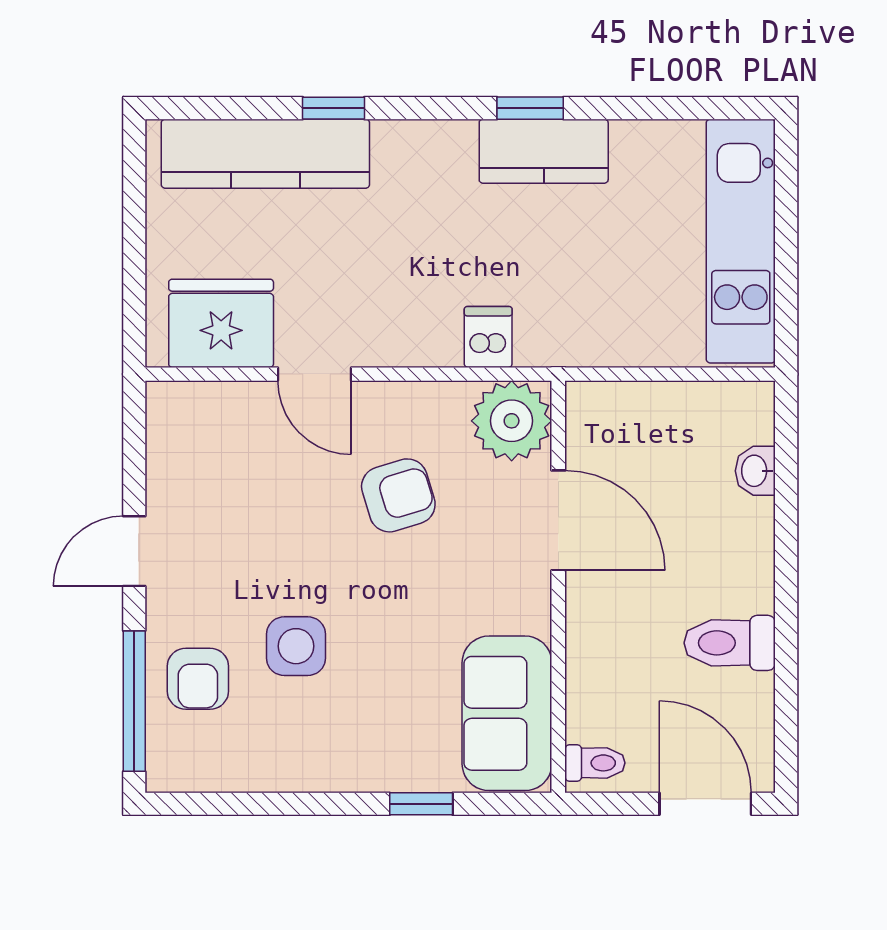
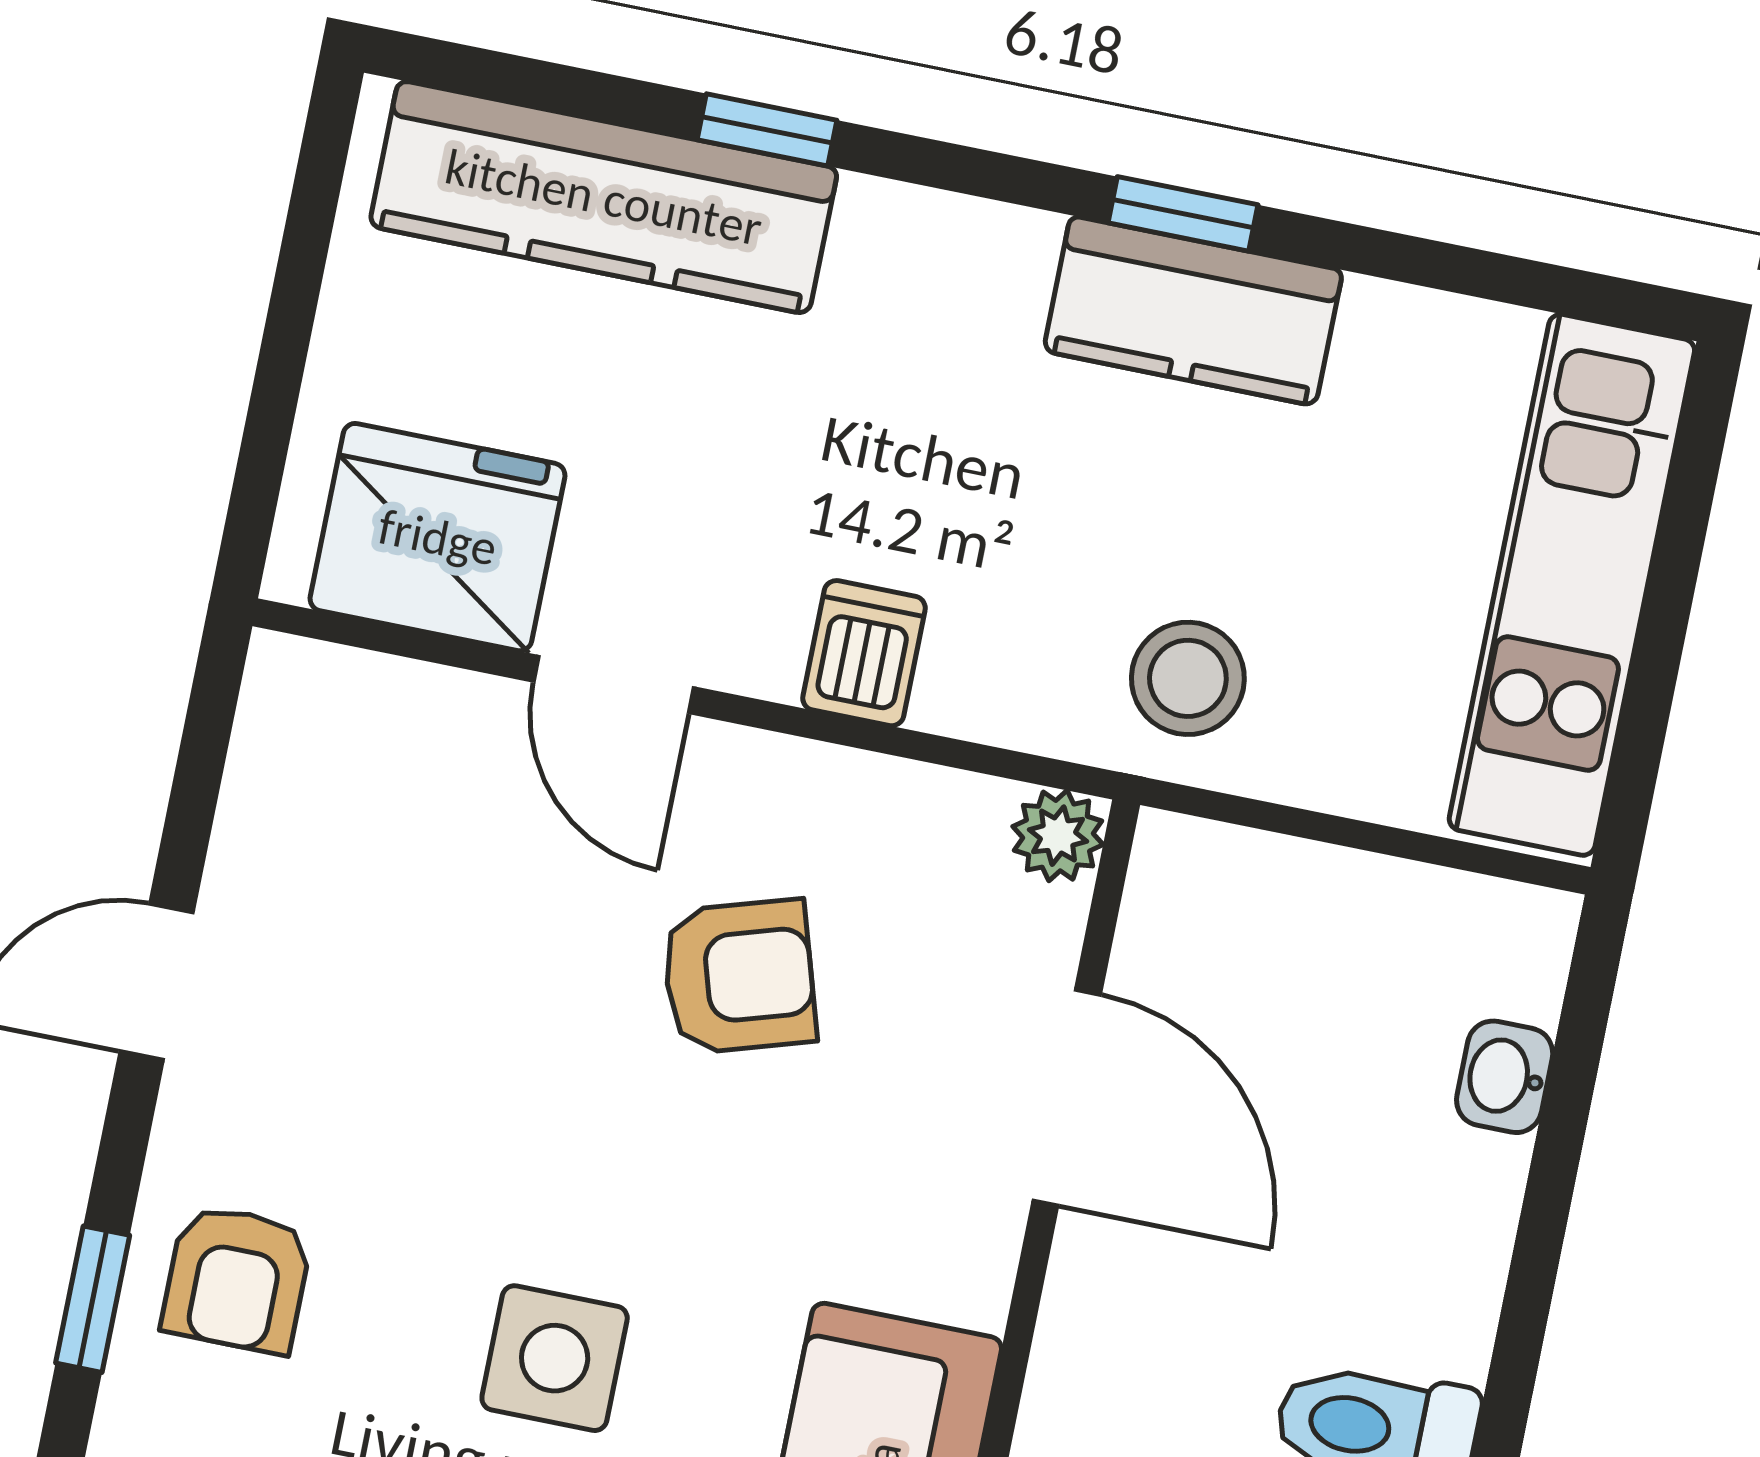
stool: (575, 319) -> (1188, 678), added
dishwasher: (488, 337) -> (864, 653), moved
plant: (512, 421) -> (1058, 836), width x0.53, depth x0.53
side table: (296, 646) -> (555, 1358), moved
window: (134, 701) -> (93, 1299), width x0.46

